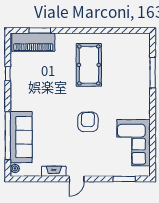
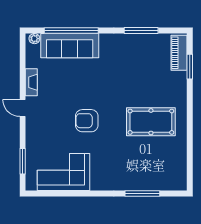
piano: (33, 42) -> (179, 53), width x0.73, depth x0.75
window: (8, 74) -> (141, 30), width x2.17
armchair: (88, 122) -> (87, 121), turned 180

